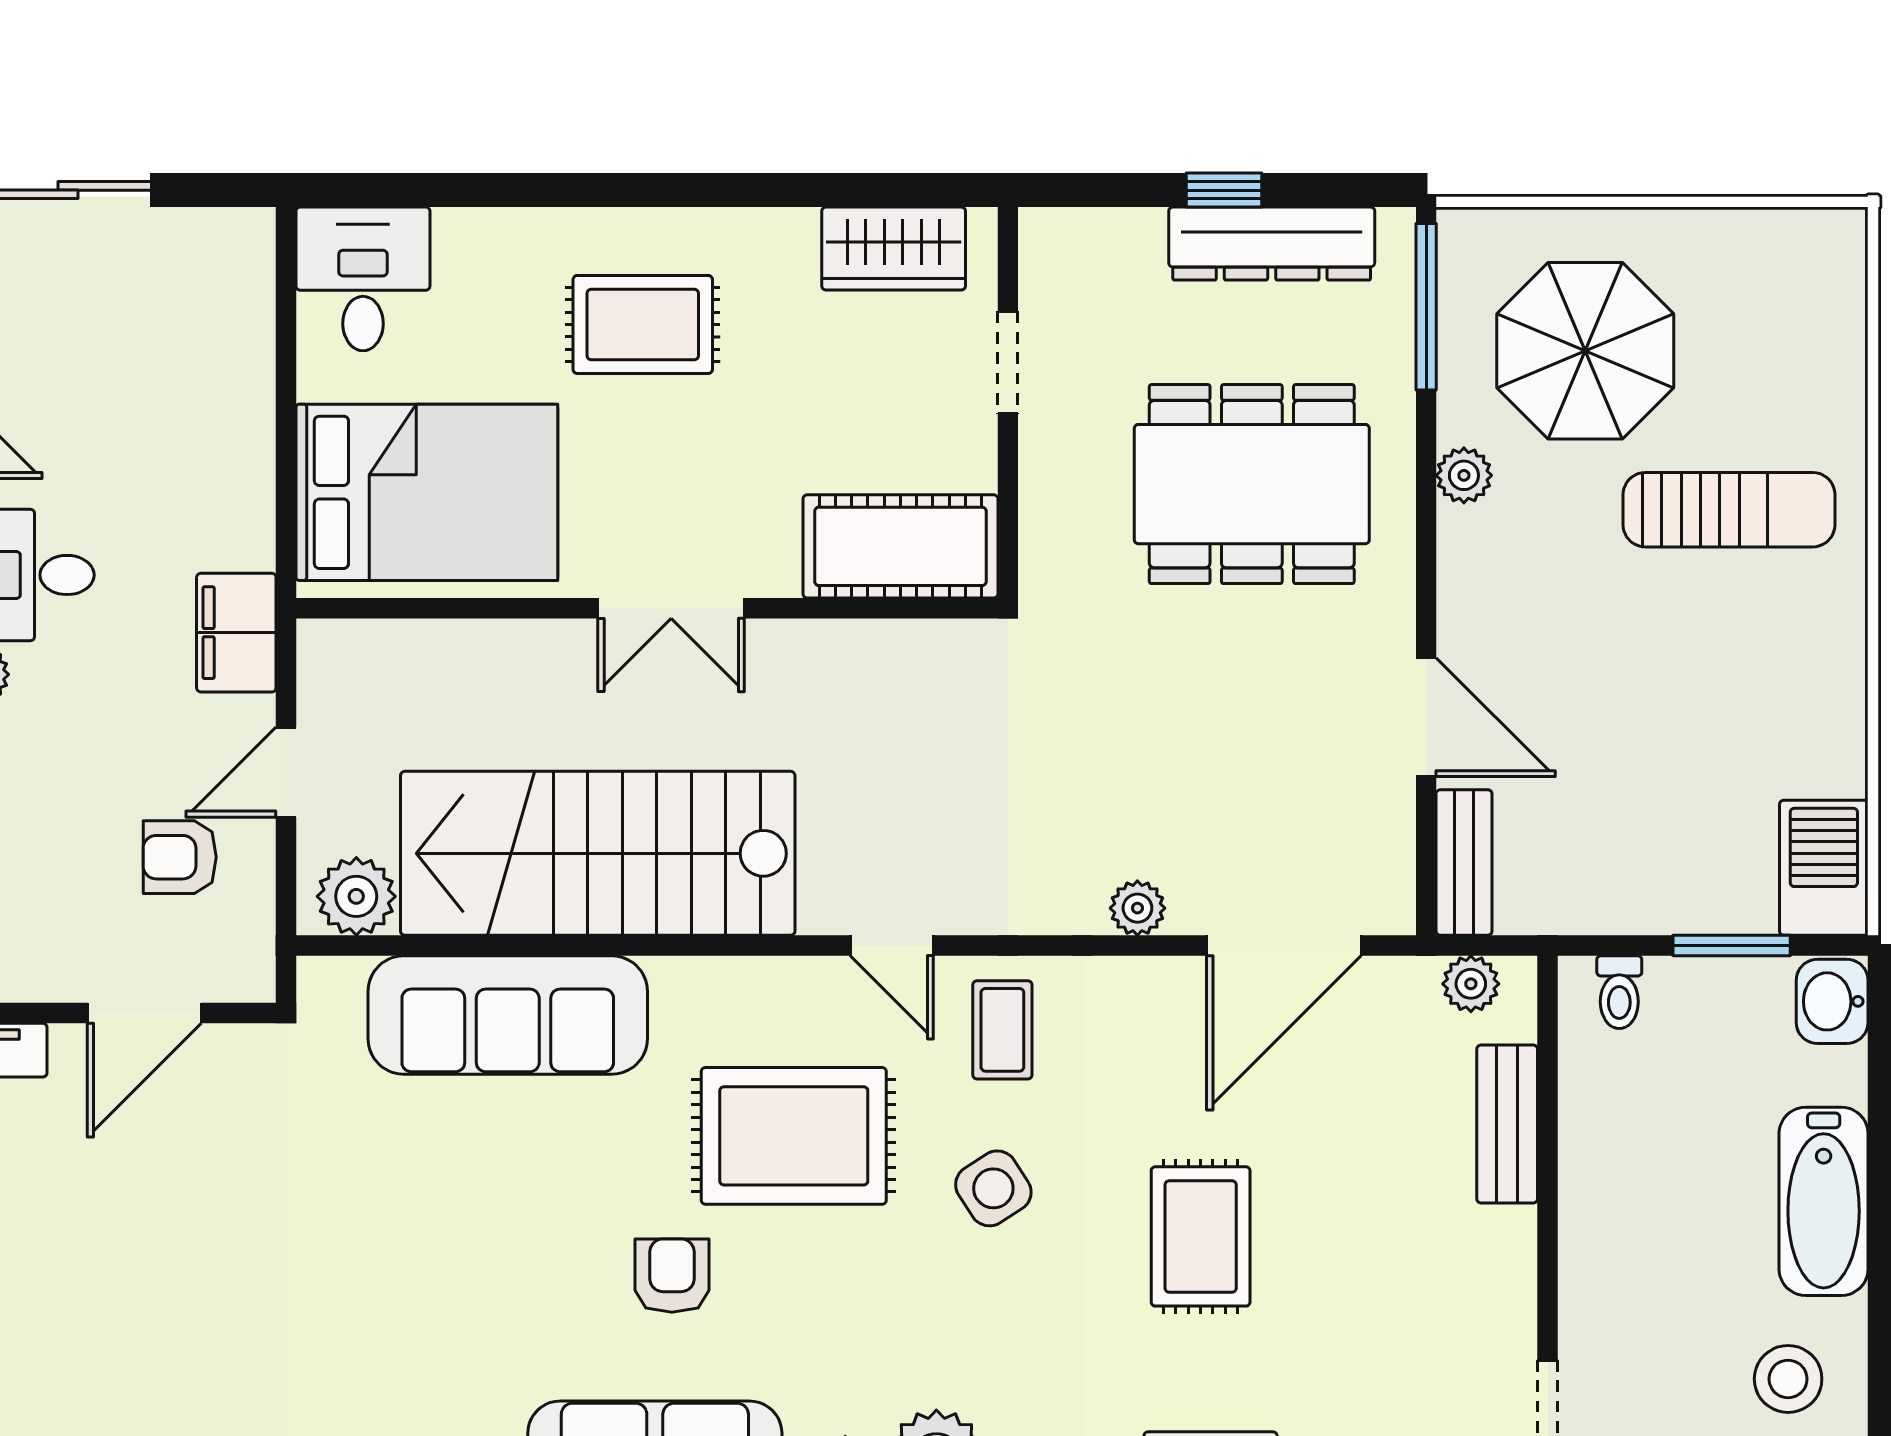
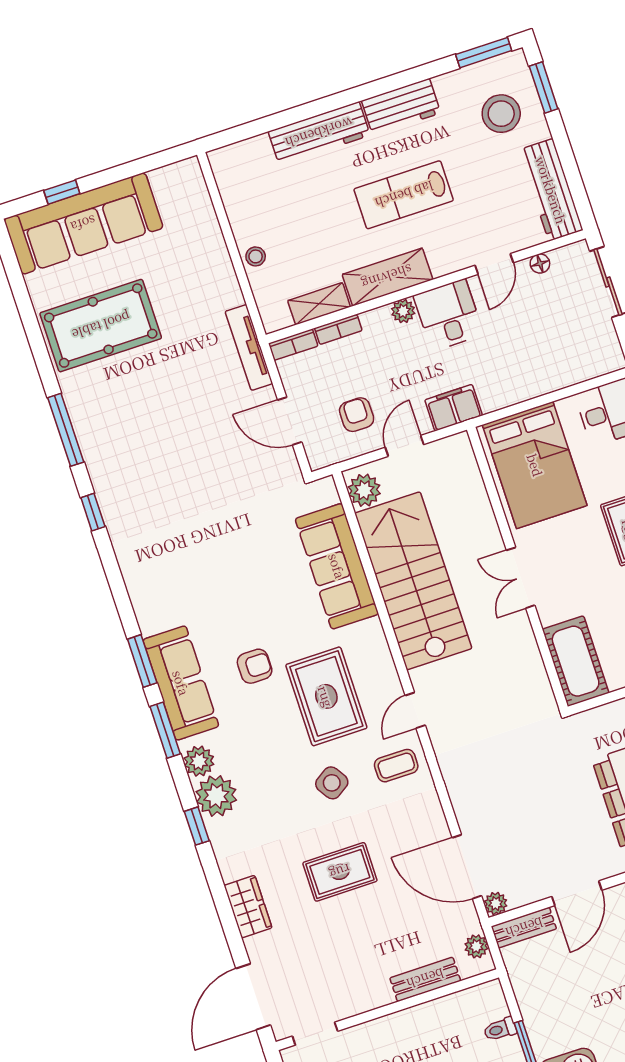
door: (286, 772) -> (404, 446), hinge flipped
plant: (1137, 908) -> (496, 904), moved
toilet: (1619, 992) -> (500, 1029), moved

